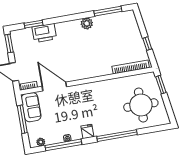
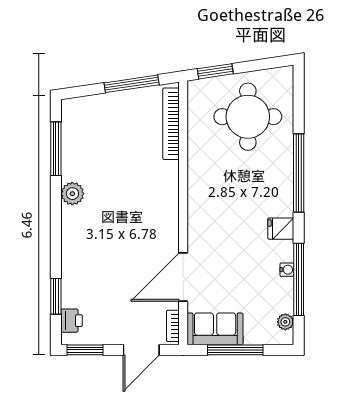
printer: (44, 33) -> (71, 321), moved, width x0.53, depth x0.68
window: (147, 44) -> (132, 84), width x2.17

